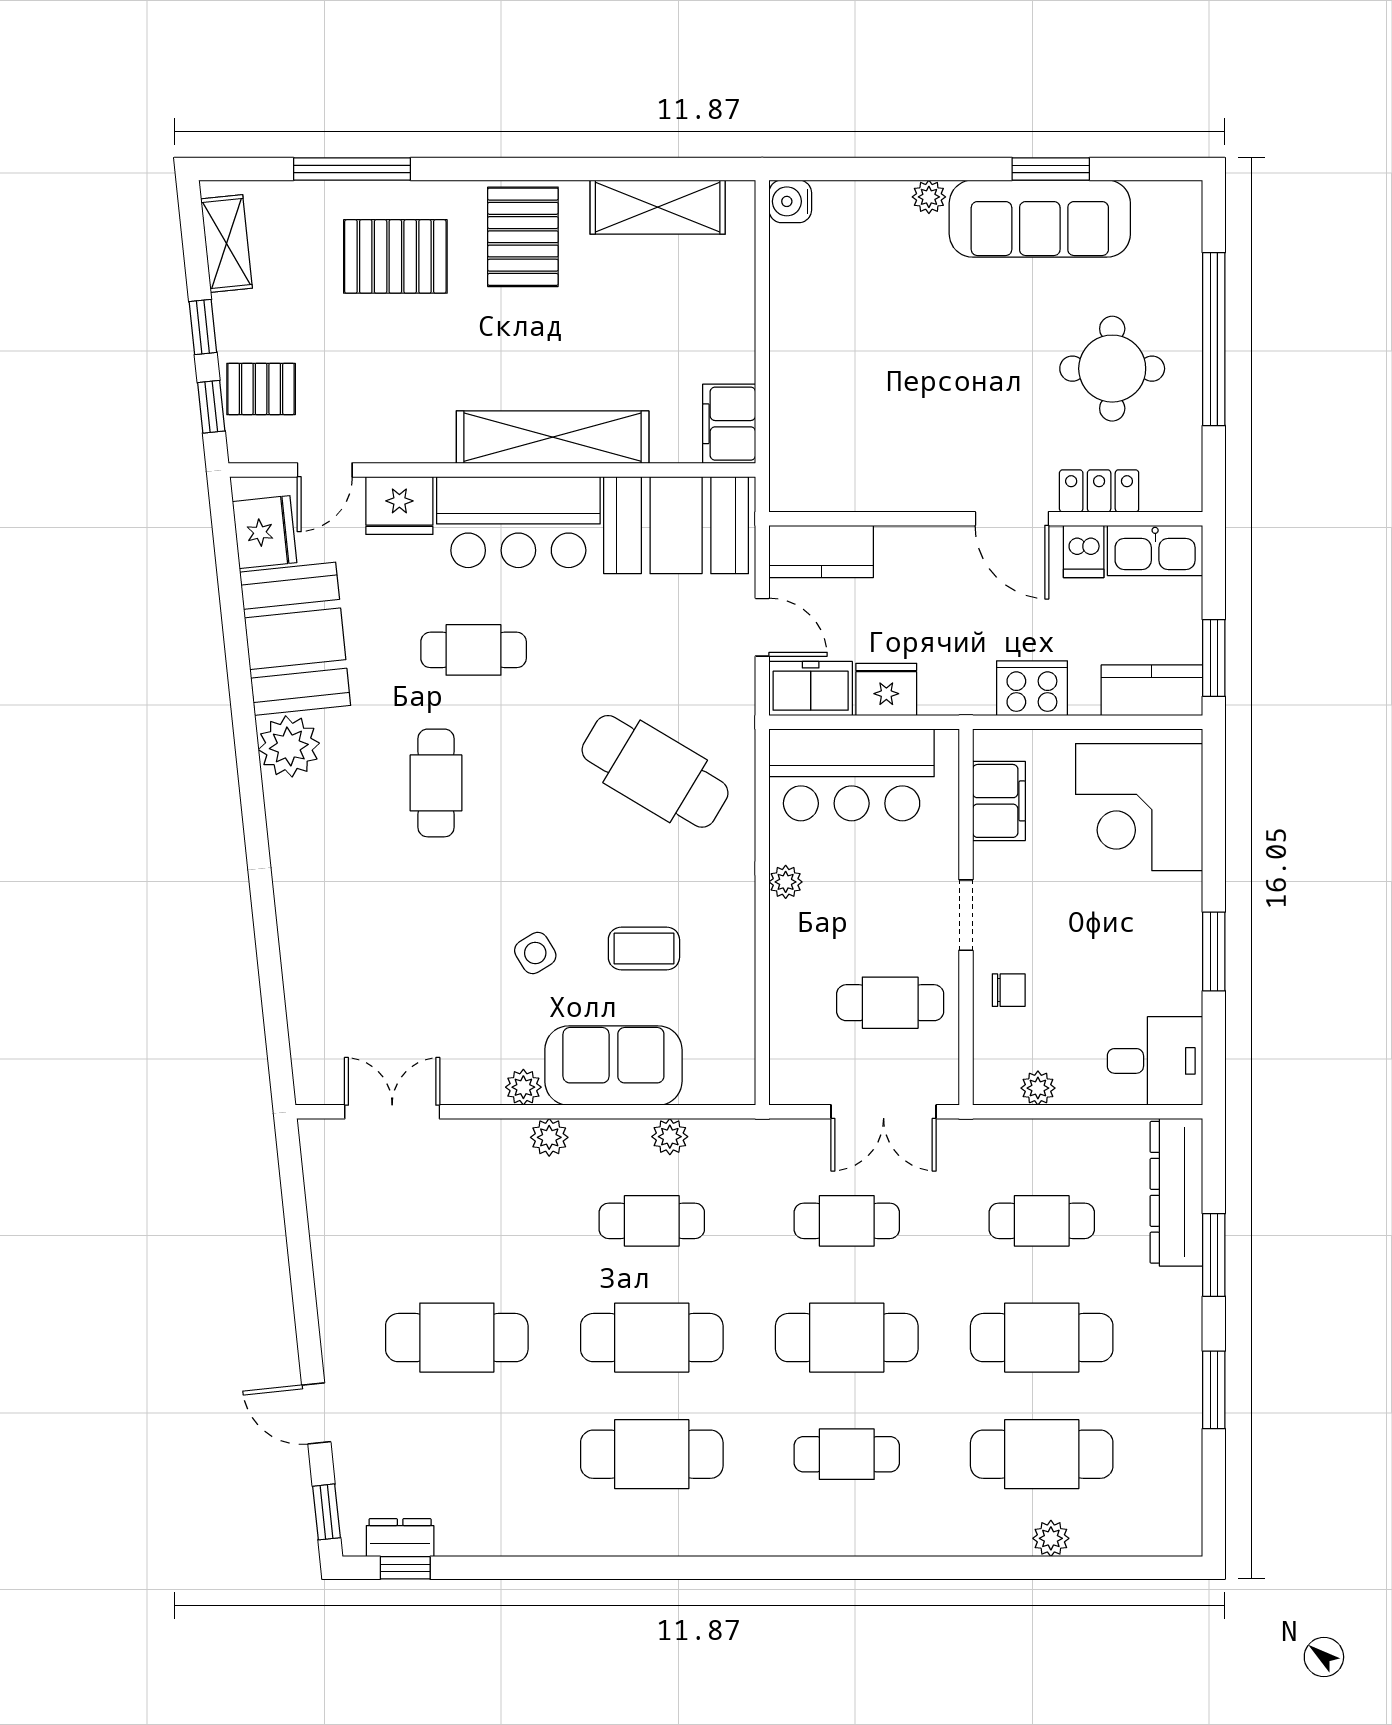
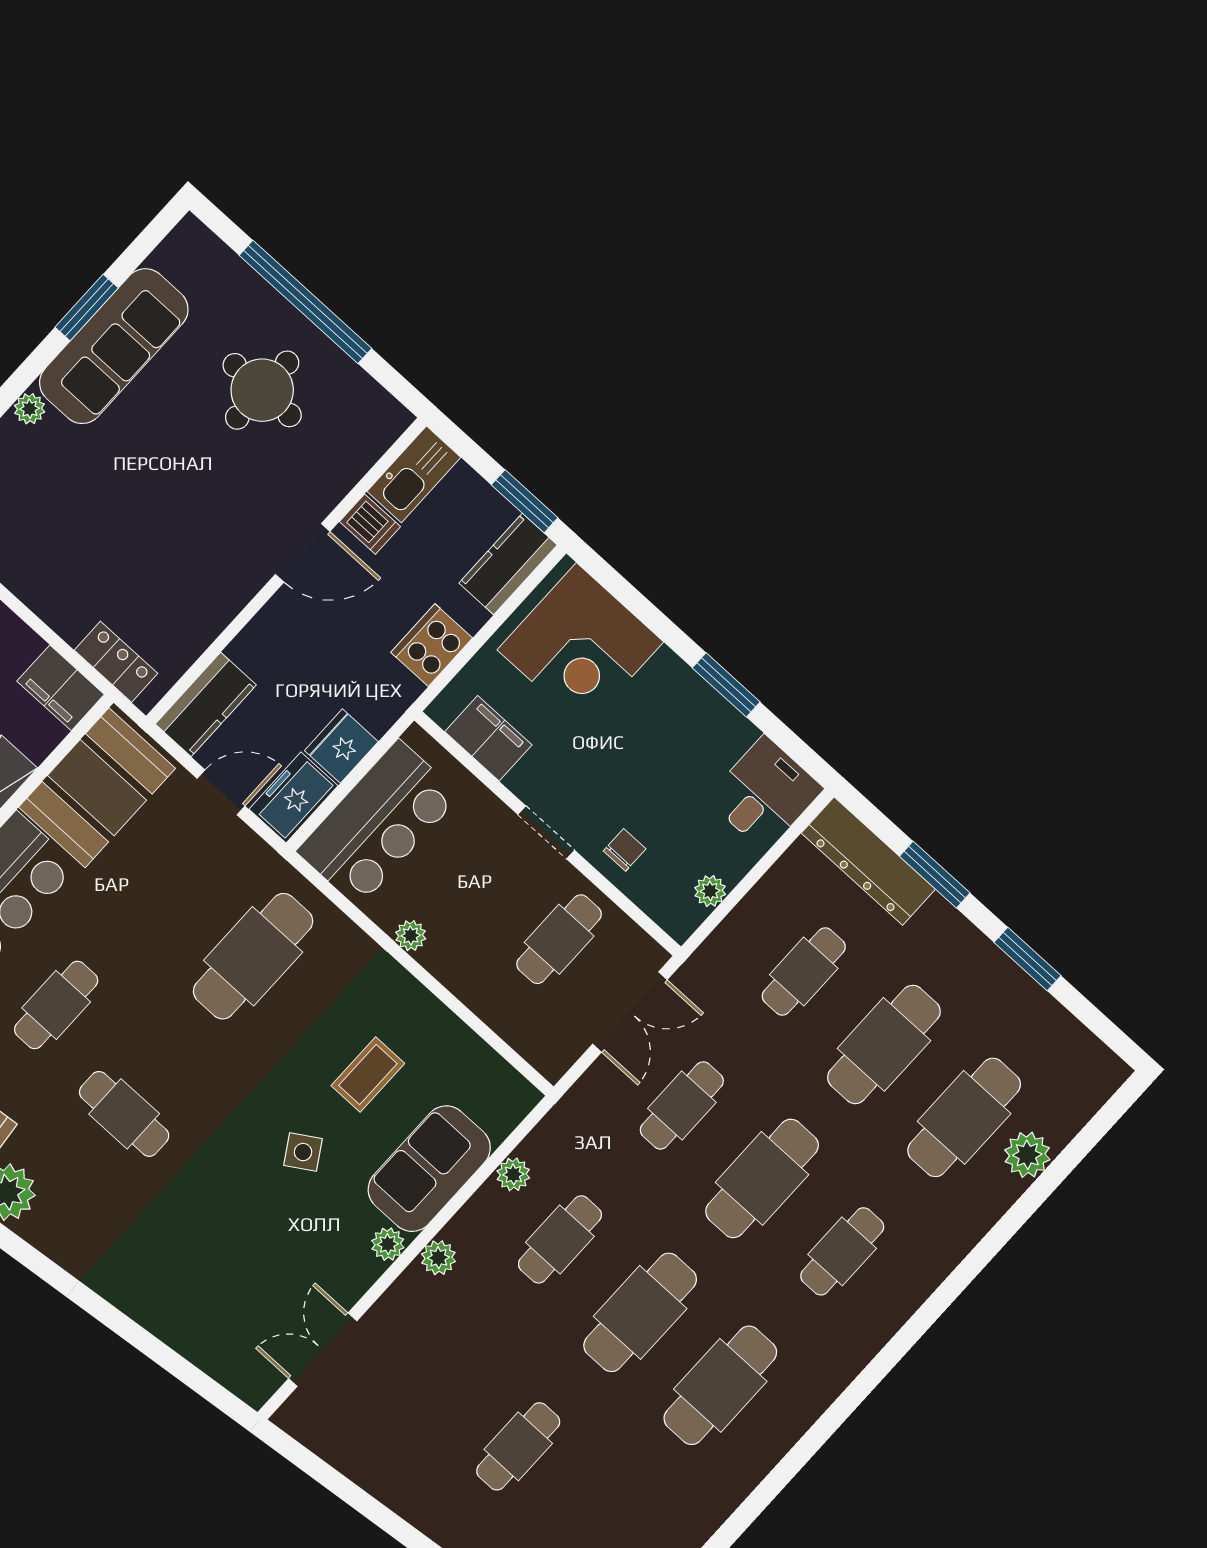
locker: (1099, 491) -> (116, 662), moved, turned 90
cafe table: (655, 771) -> (253, 956), turned -31
cafe table: (457, 1338) -> (518, 1446), width x0.73, depth x0.74
plant: (1051, 1538) -> (1027, 1155), width x1.38, depth x1.38

